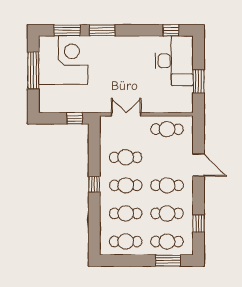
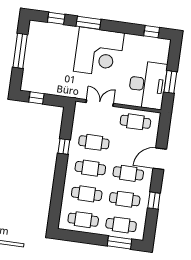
window: (67, 30) -> (56, 18), width x0.67
corner desk: (63, 60) -> (99, 52), moved, turned 90
desk: (174, 61) -> (147, 85), moved
window: (75, 118) -> (36, 98), moved
door: (198, 165) -> (160, 159), swing flipped
window: (94, 184) -> (64, 147), moved
window: (198, 224) -> (154, 201), moved

